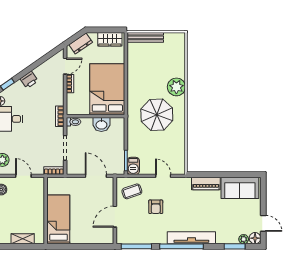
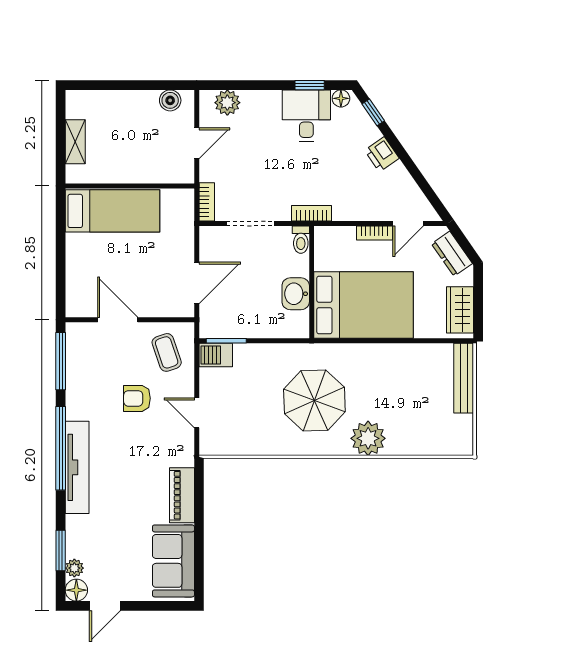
door: (65, 66) -> (408, 223), hinge flipped
door: (163, 176) -> (197, 413), swing flipped

